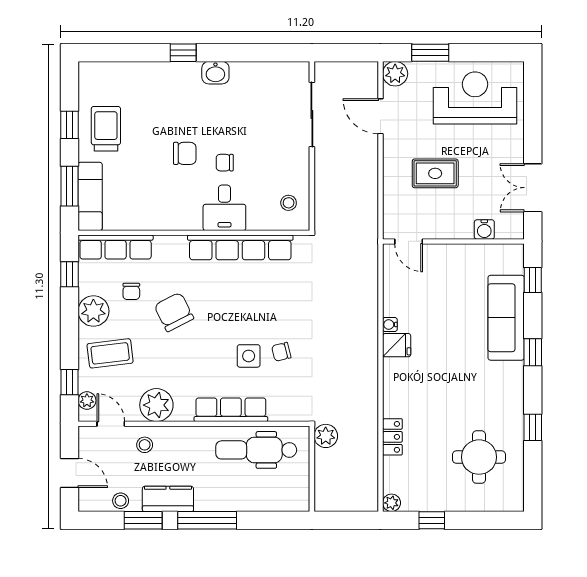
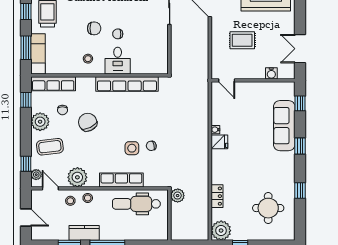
stool: (289, 203) -> (88, 59), moved
stool: (121, 501) -> (88, 198), moved
plant: (392, 503) -> (221, 231), width x1.87, depth x1.87

